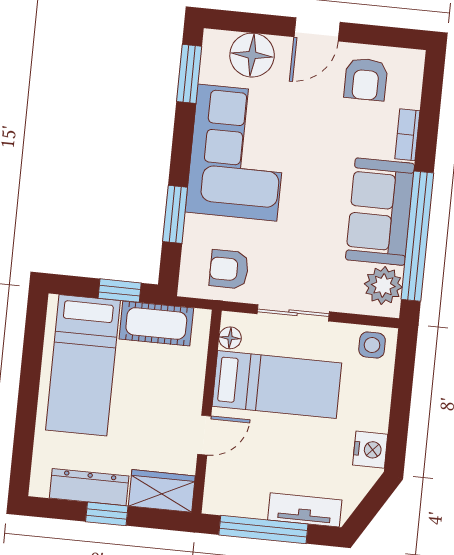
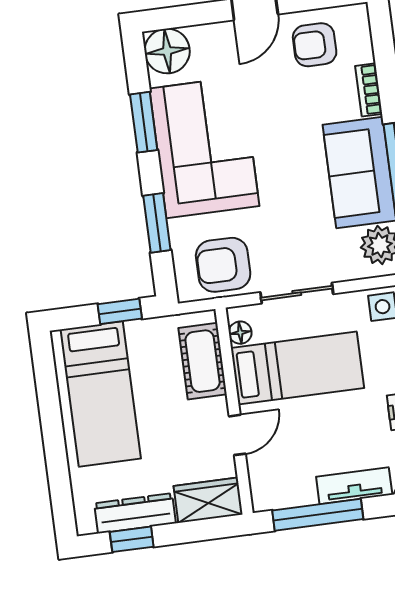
floor lamp: (252, 55) -> (167, 51), moved
window: (189, 74) -> (144, 122), moved
armchair: (366, 79) -> (315, 45), turned 90
armchair: (229, 269) -> (223, 265), width x1.38, depth x1.38
cot: (156, 323) -> (203, 361), moved, turned 90
window: (107, 514) -> (132, 539), moved

